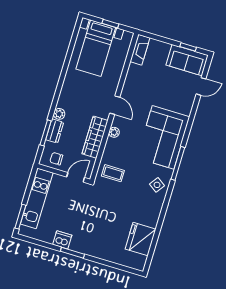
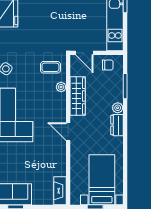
dresser: (55, 131) -> (117, 125), moved
plant: (114, 132) -> (61, 87), moved
door: (76, 177) -> (84, 53), hinge flipped

